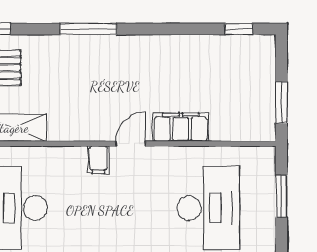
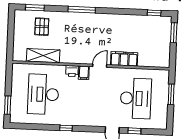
window: (281, 103) -> (174, 33), moved
printer: (74, 157) -> (72, 71), added

